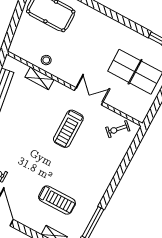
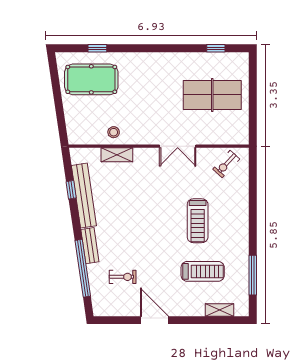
double door: (89, 96) -> (178, 146), swing flipped
treadmill: (68, 129) -> (198, 221), moved

